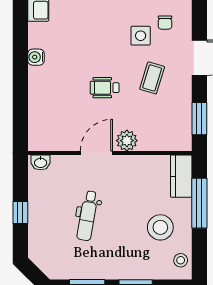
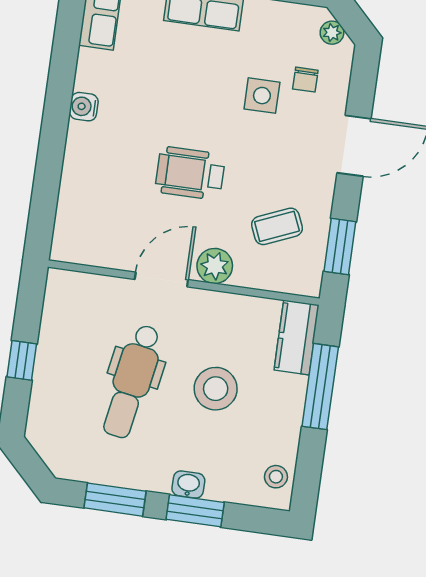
coffee table: (152, 78) -> (277, 226), moved, turned 50
wheelchair: (105, 88) -> (190, 173), width x1.36, depth x1.37
washbasin: (41, 162) -> (188, 484), moved, turned 180
dental chair: (87, 216) -> (132, 381), width x1.36, depth x1.38
stool: (160, 227) -> (216, 389), moved

